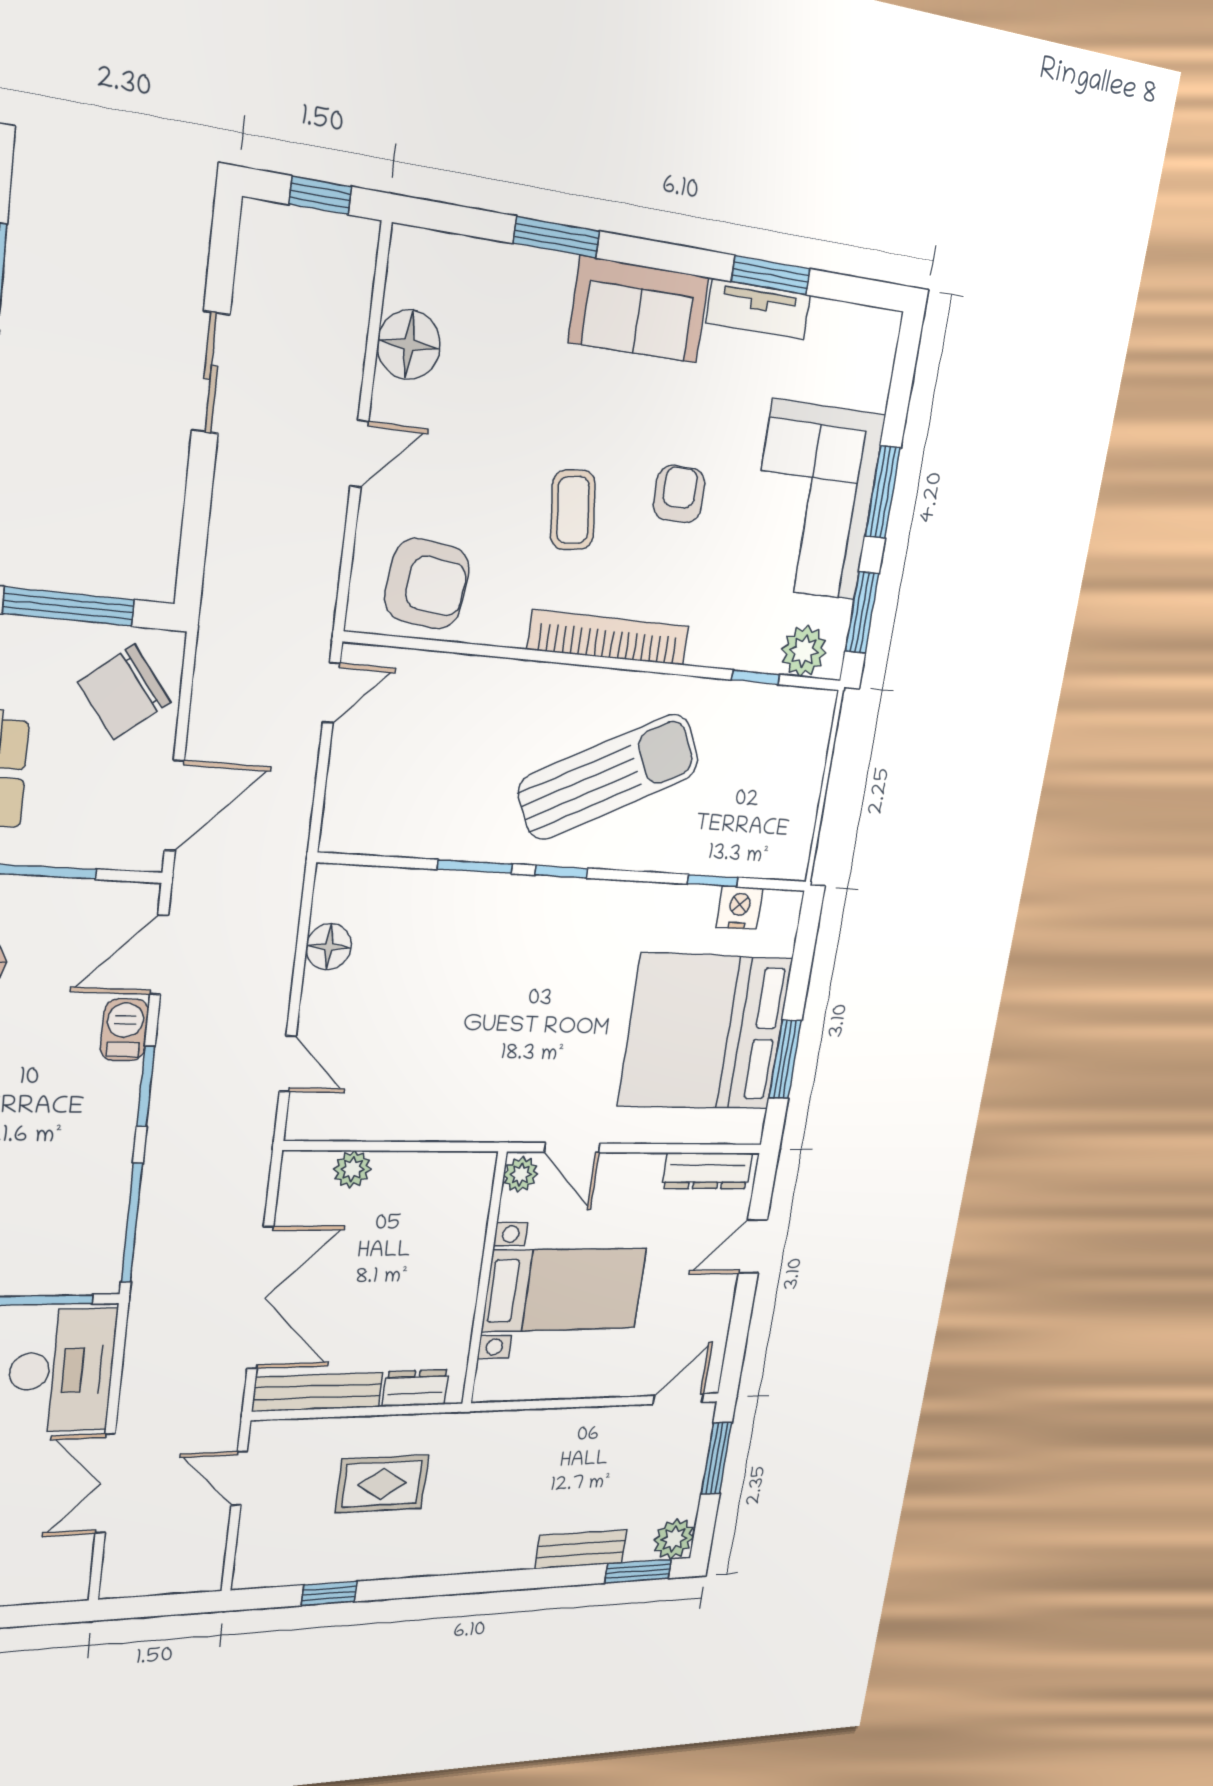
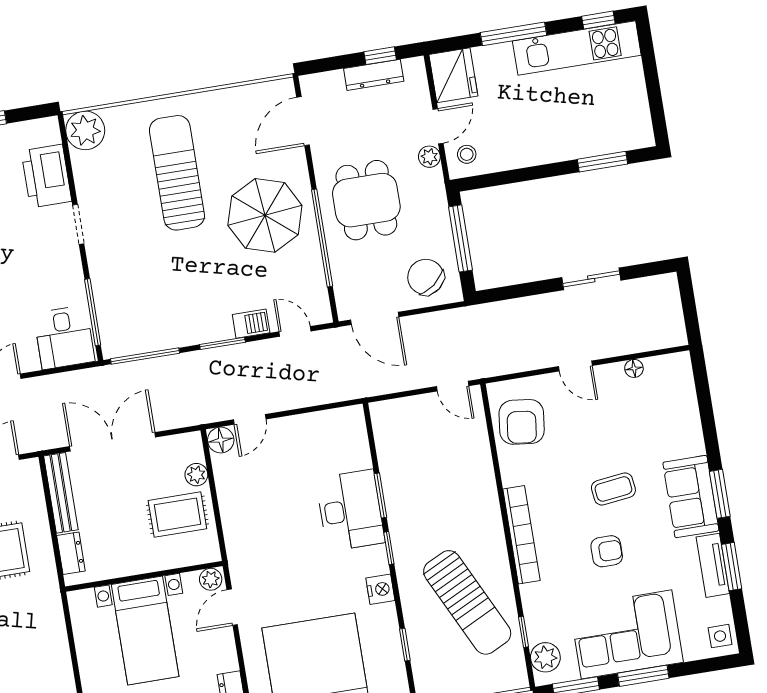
window: (320, 195) -> (690, 310), removed
window: (557, 237) -> (720, 494), moved
side table: (868, 336) -> (720, 636), added
floor lamp: (409, 345) -> (634, 368), width x0.53, depth x0.53
coffee table: (573, 510) -> (613, 489), moved
sun lounger: (609, 777) -> (467, 602), moved
nightstand: (739, 908) -> (380, 589), moved
desk: (483, 924) -> (350, 510), added
floor lamp: (329, 947) -> (221, 440), moved
door: (159, 955) -> (295, 331), width x0.73
rug: (406, 1211) -> (177, 515), added
double door: (260, 1298) -> (113, 442), swing flipped
desk: (61, 1371) -> (64, 337), width x0.73

